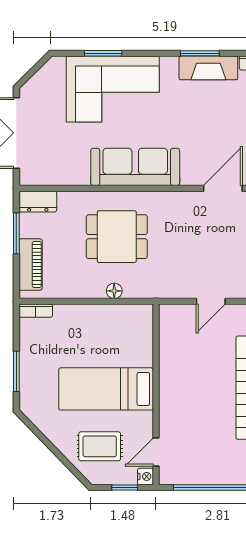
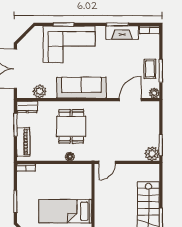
plant: (60, 174) -> (40, 91), added
dining table: (117, 237) -> (71, 126), turned 90
door: (211, 301) -> (107, 162), moved

